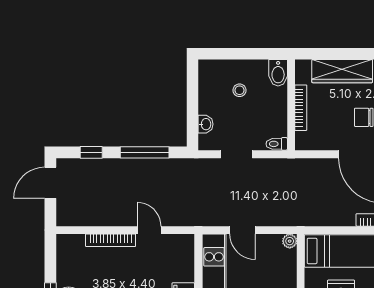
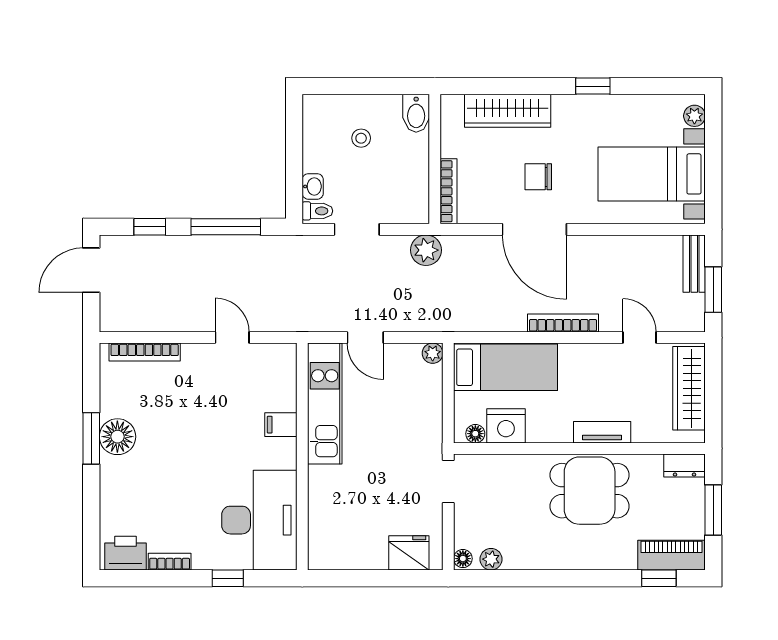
bookcase: (301, 108) -> (449, 191), moved
toilet: (277, 144) -> (317, 211), moved, turned 180
plant: (285, 169) -> (426, 250), added
bookcase: (111, 240) -> (145, 352), moved

